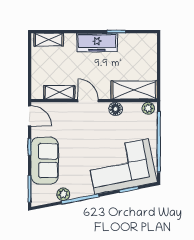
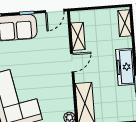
floor lamp: (116, 109) -> (67, 88), removed

